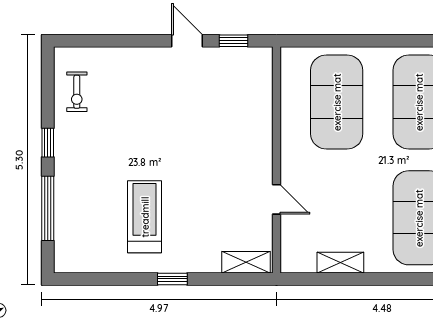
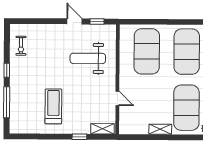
weight bench: (215, 117) -> (88, 58), added
shelving: (340, 263) -> (160, 129), moved
window: (172, 279) -> (79, 137), moved

